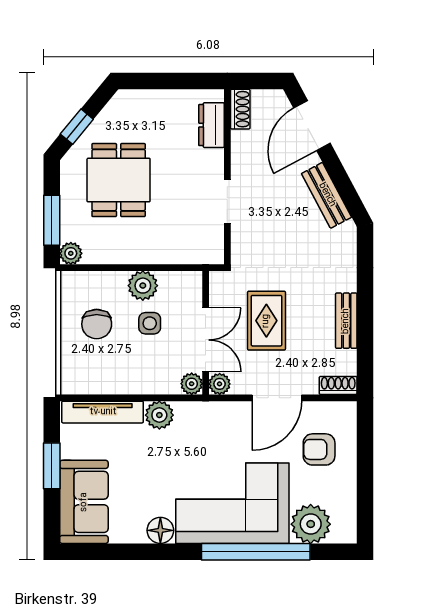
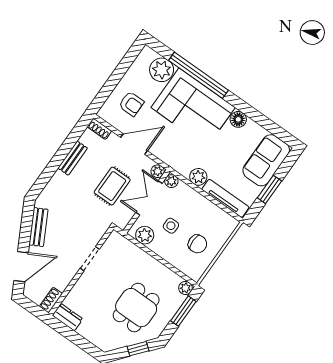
dresser: (211, 125) -> (68, 317), moved, turned -90
plant: (143, 286) -> (145, 235), moved
chair: (97, 324) -> (197, 244), turned 90

